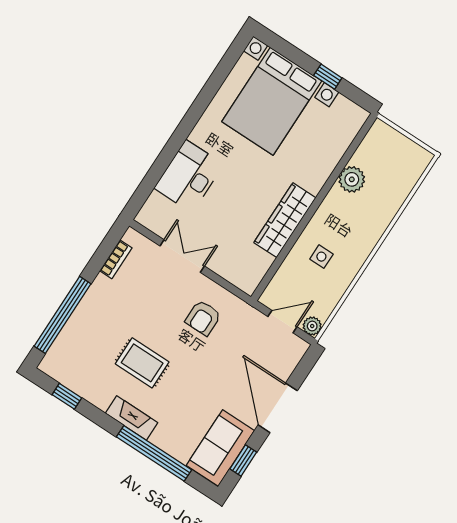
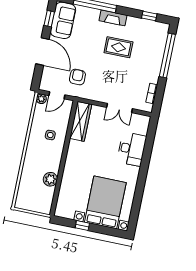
wardrobe: (285, 220) -> (81, 121), moved
armchair: (203, 318) -> (77, 77), moved

